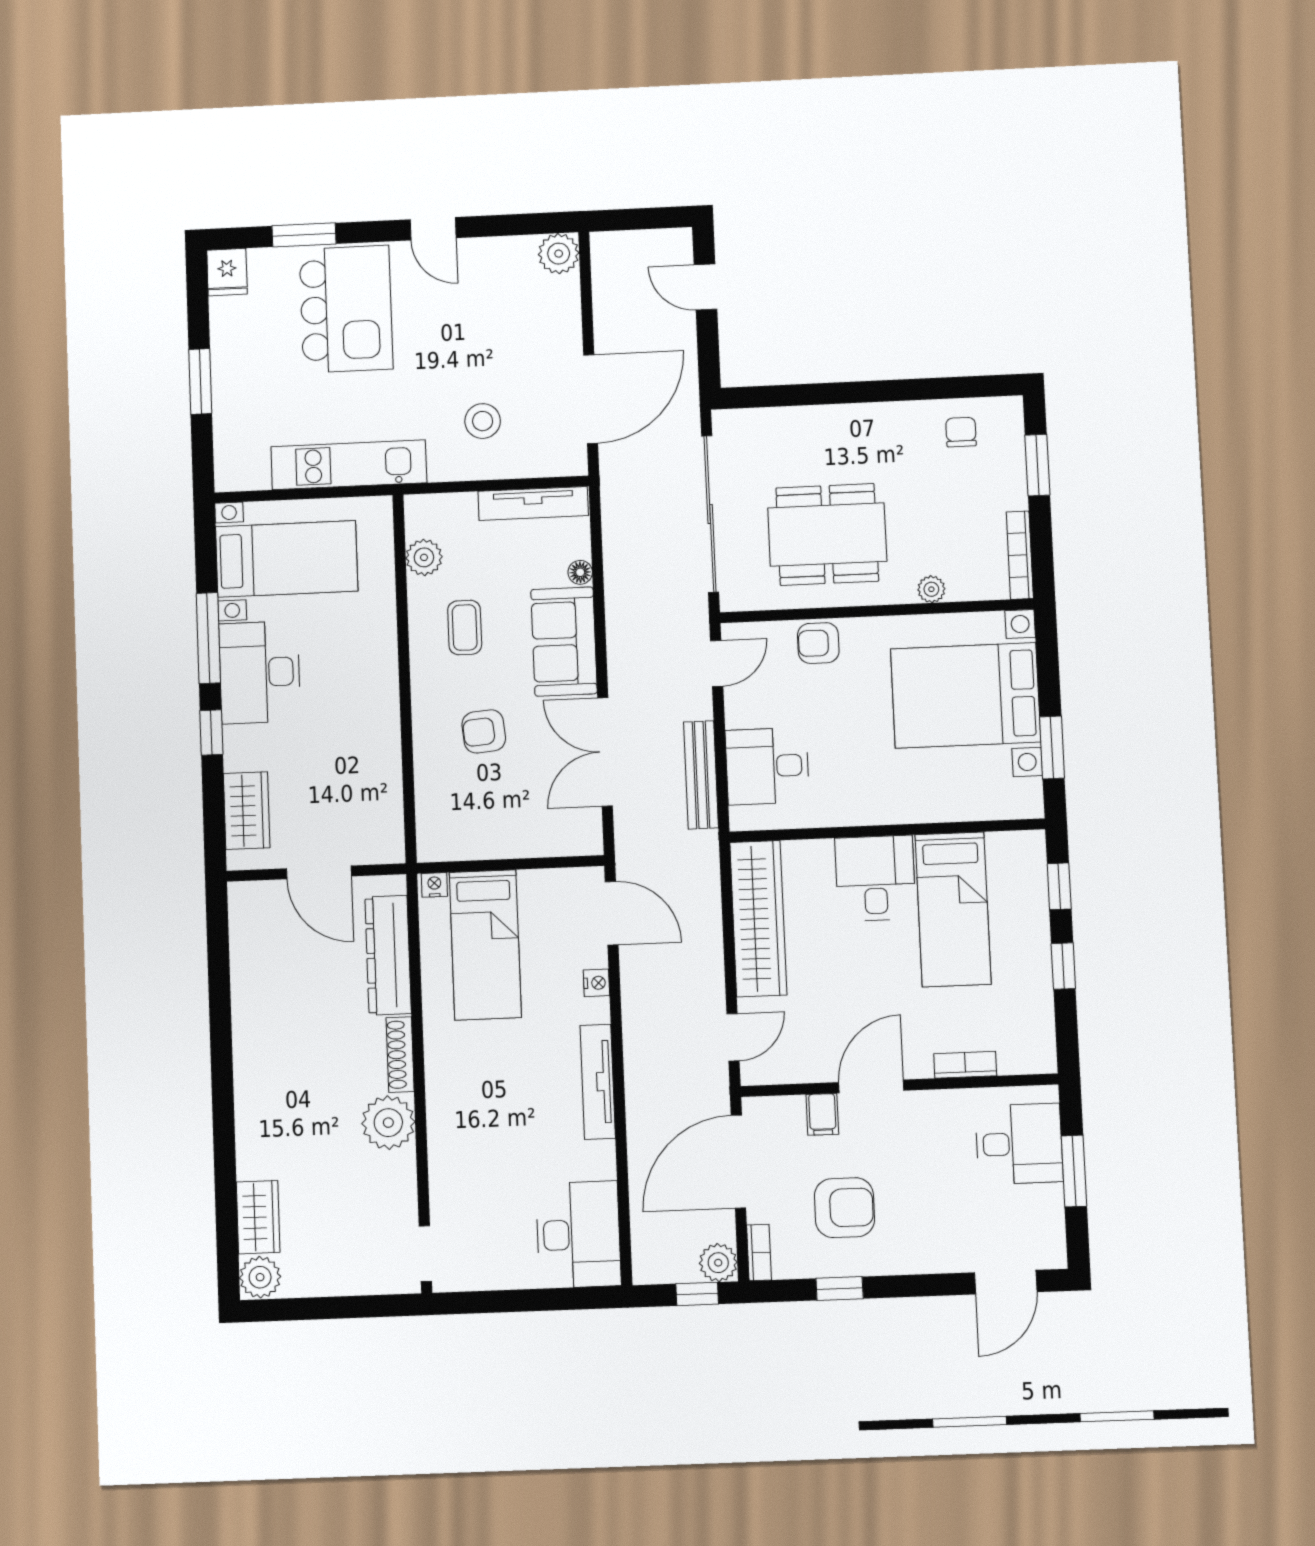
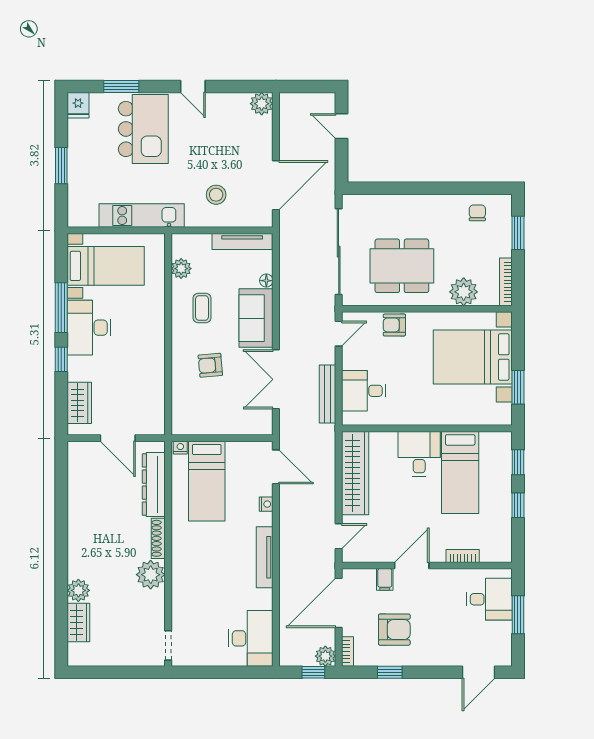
plant: (931, 589) -> (464, 292), width x1.88, depth x1.88
plant: (260, 1277) -> (78, 590), moved

